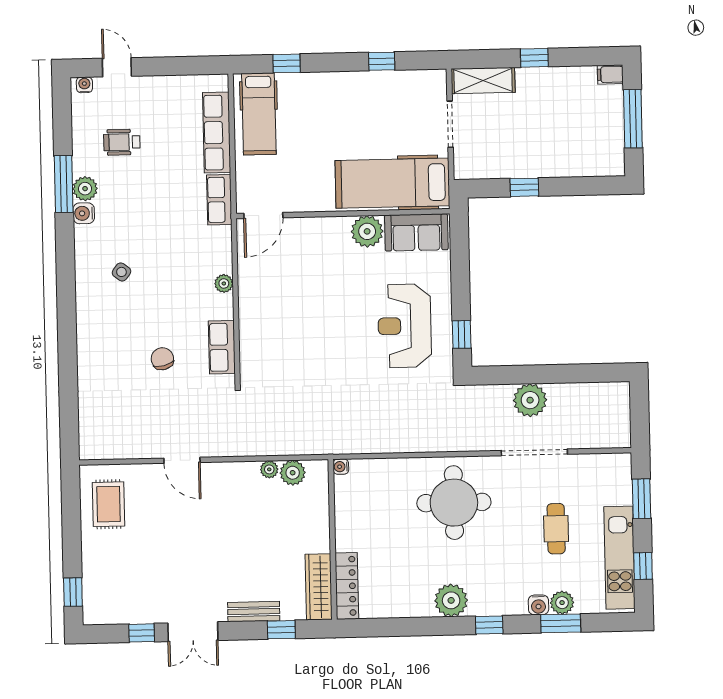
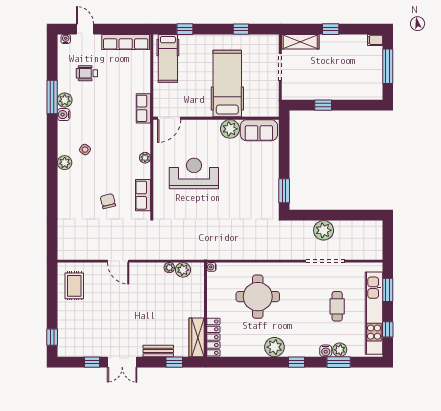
row of seats: (217, 133) -> (126, 42), moved, turned -90
hospital bed: (392, 183) -> (227, 83), moved, turned 90
plant: (87, 295) -> (65, 163), added
reception desk: (405, 326) -> (194, 173), moved, turned 90
window: (462, 334) -> (284, 191), width x1.50
round table: (454, 503) -> (258, 297), moved
kitchen unit: (619, 558) -> (374, 313), width x1.36

